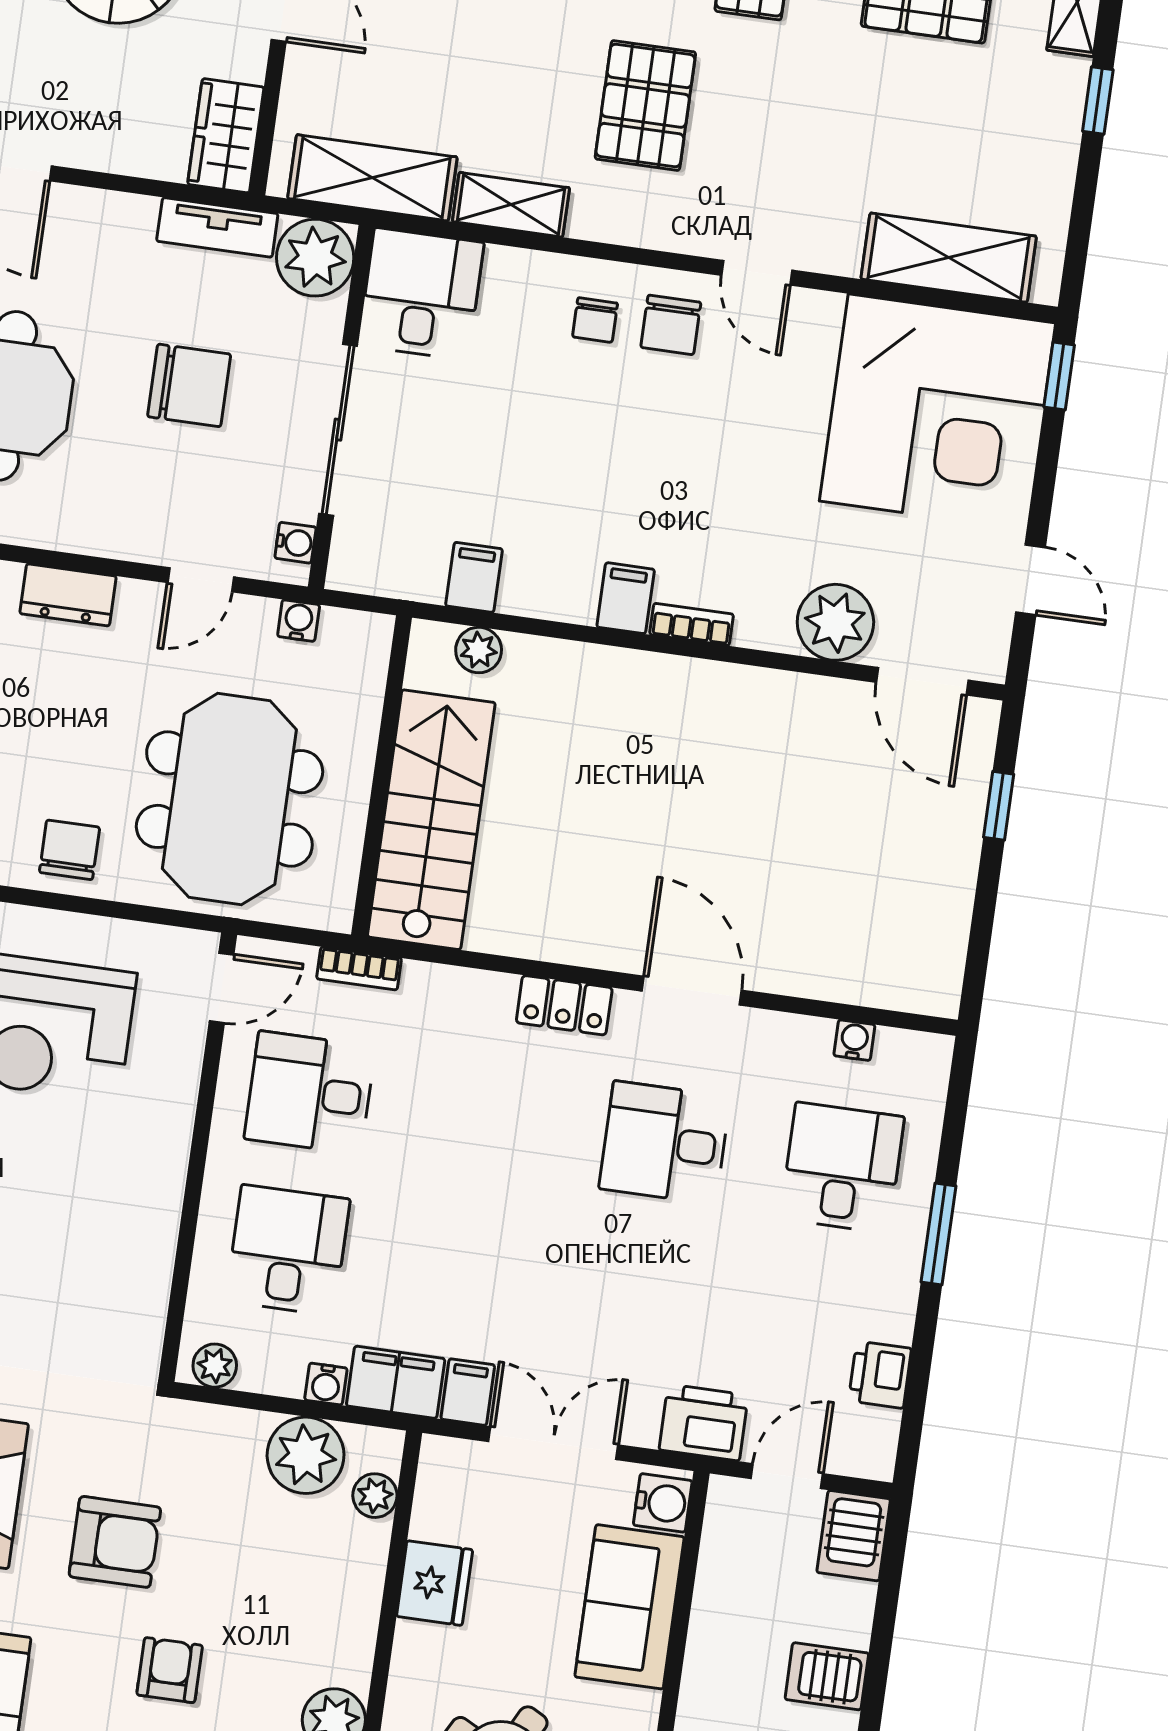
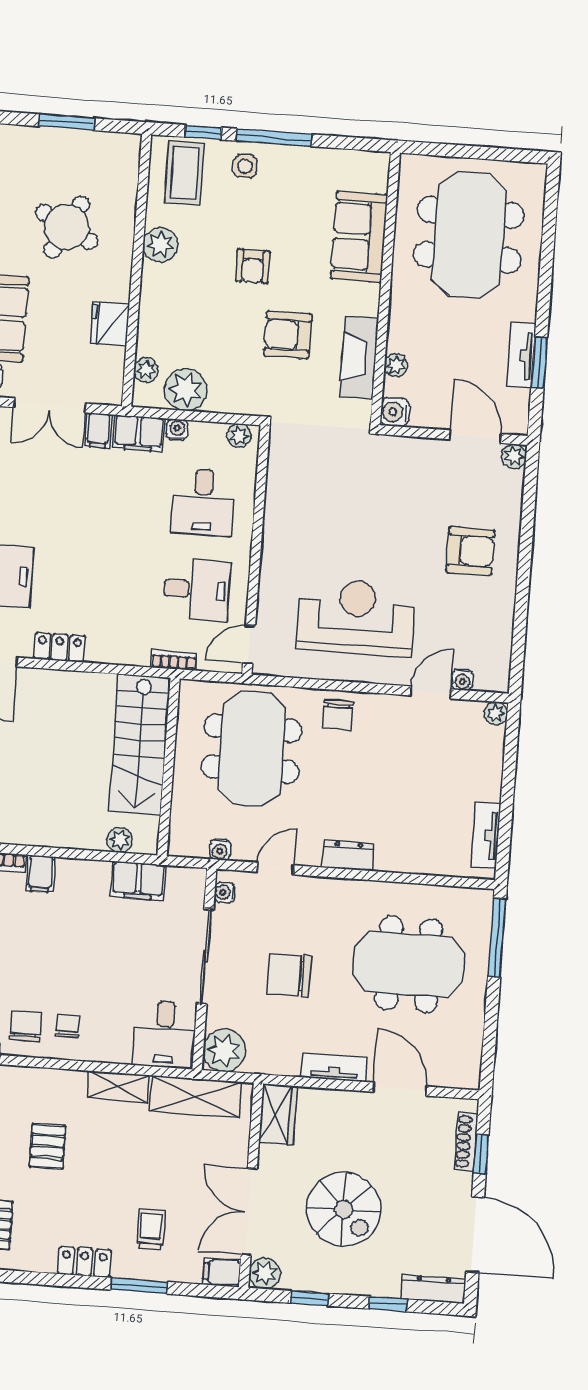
pallet: (645, 106) -> (48, 1146), width x0.67, depth x0.71
tv unit: (217, 227) -> (334, 1067), moved
filing cabinet: (474, 577) -> (138, 881), width x2.00

